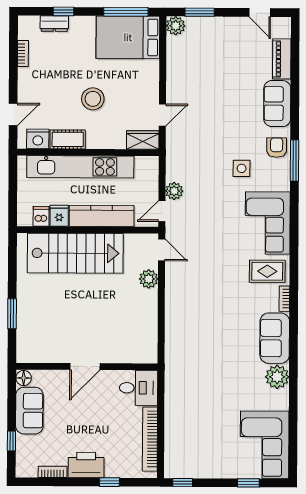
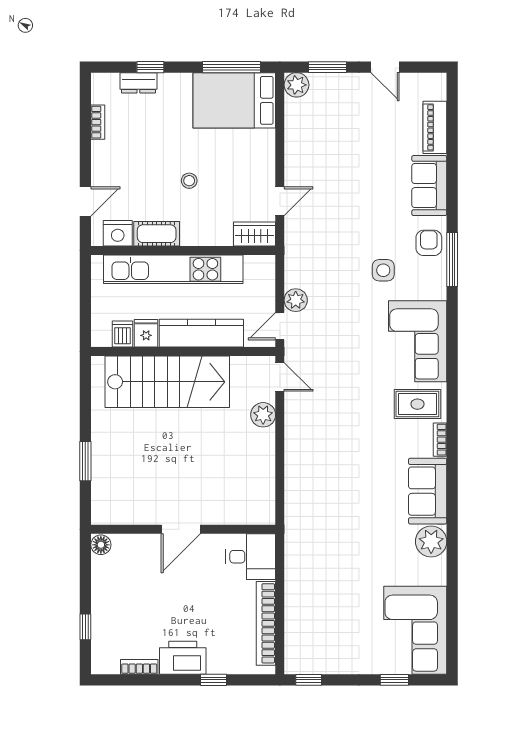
door: (260, 13) -> (385, 67), moved
stool: (93, 99) -> (189, 181), width x0.53, depth x0.53
sofa: (29, 411) -> (109, 587), removed

